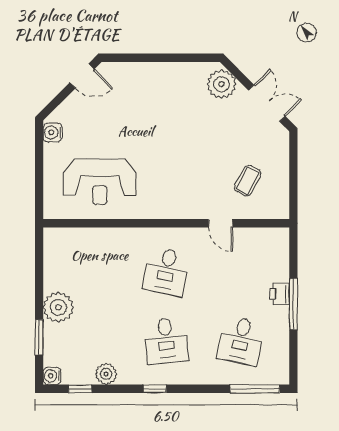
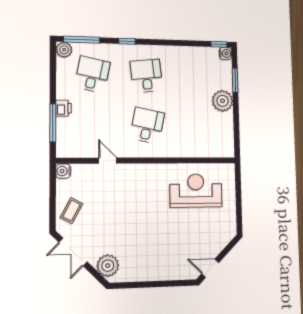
water cooler: (53, 132) -> (63, 171), moved, turned 180
coffee table: (248, 181) -> (72, 211), moved
window: (293, 304) -> (53, 123), moved
plant: (106, 374) -> (64, 50), moved
window: (80, 389) -> (219, 44), moved
window: (155, 389) -> (127, 41), moved

